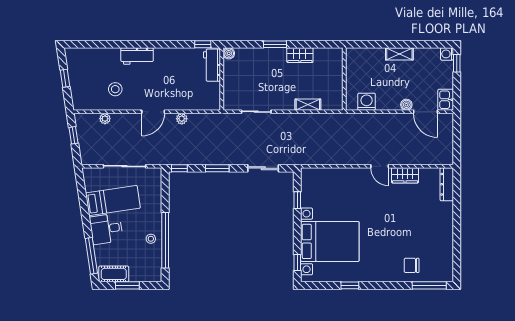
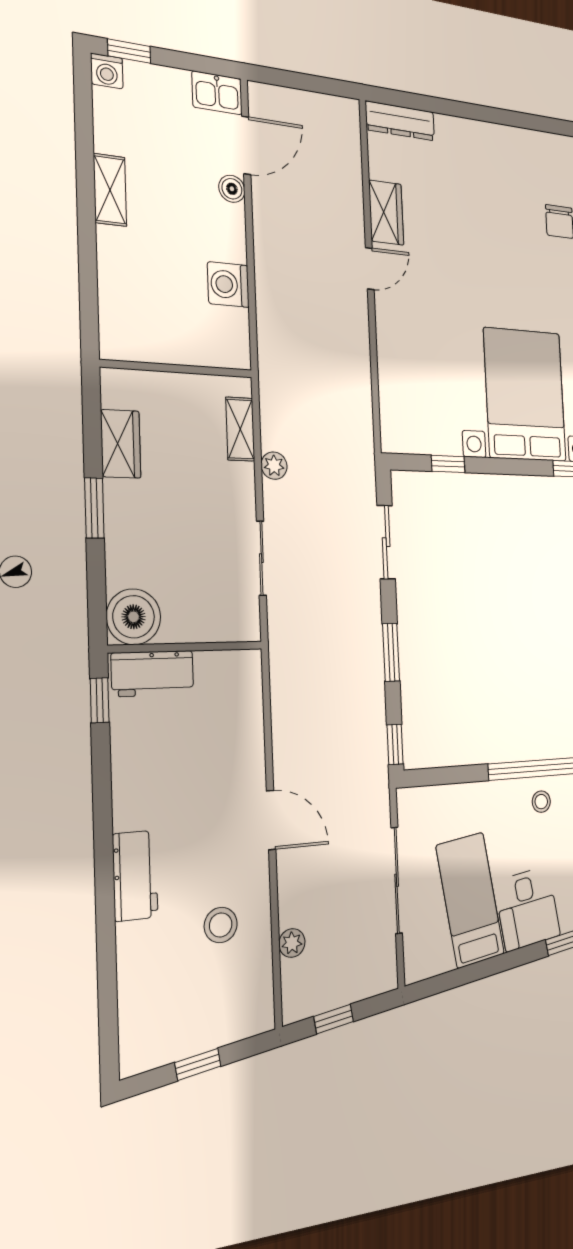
boiler: (229, 53) -> (134, 617), width x1.86, depth x1.86
wall: (344, 79) -> (177, 369), moved
plant: (182, 119) -> (274, 466), moved

